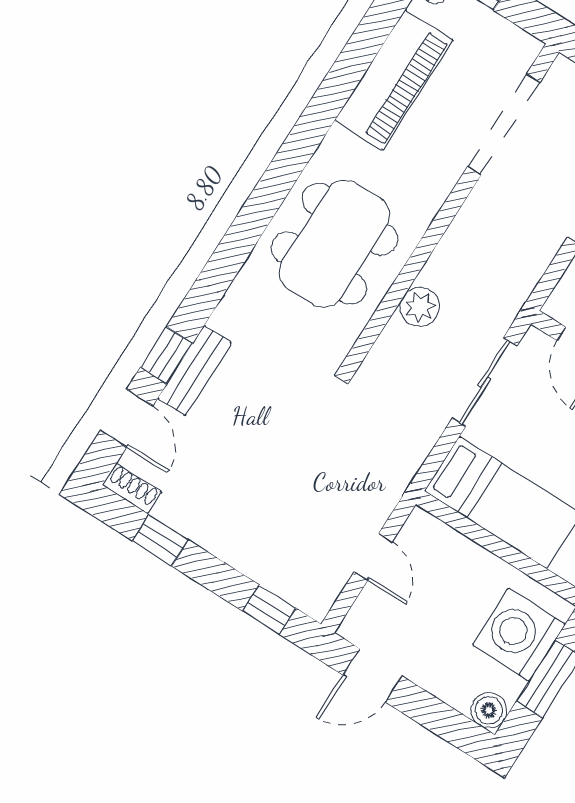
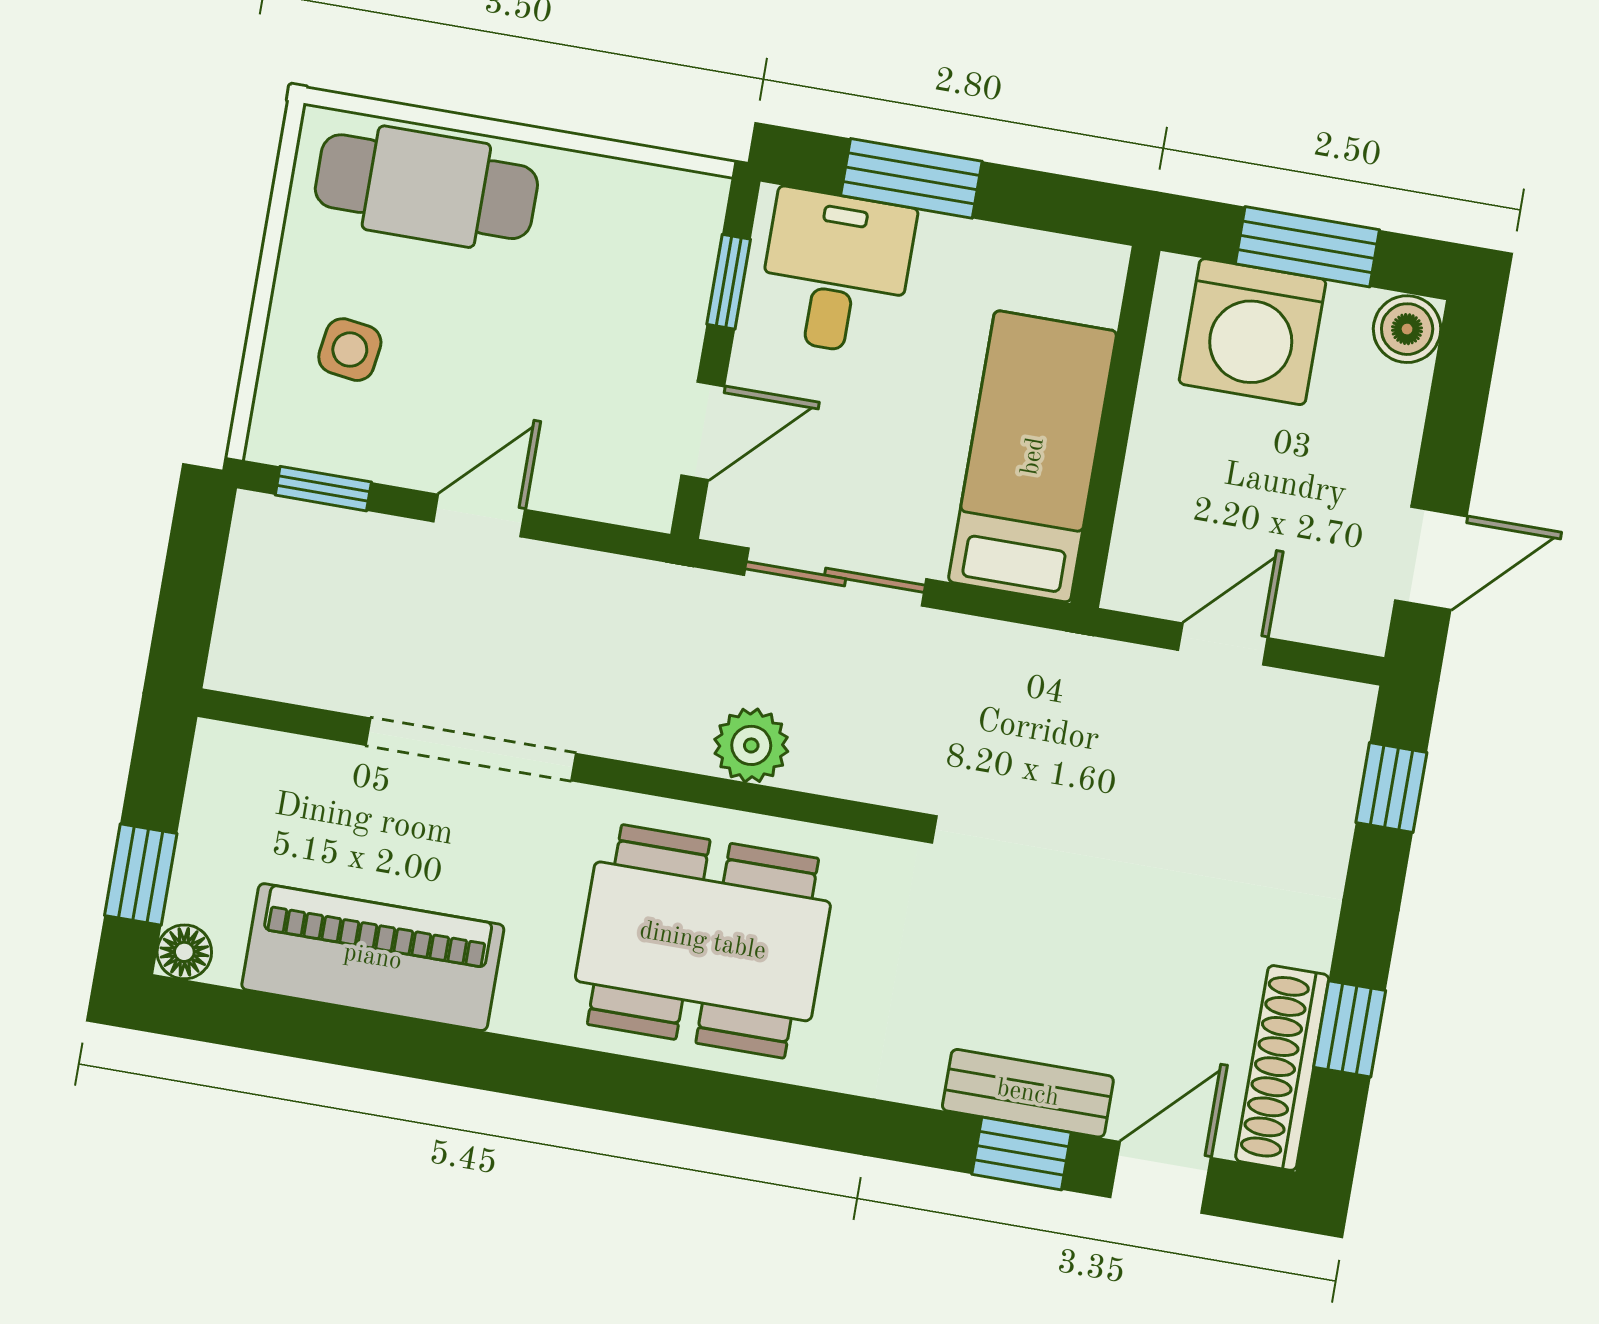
doorway: (504, 125) -> (471, 749), moved
shoe rack: (132, 488) -> (1282, 1068), width x1.94, depth x1.24
door: (373, 675) -> (1431, 558), hinge flipped

